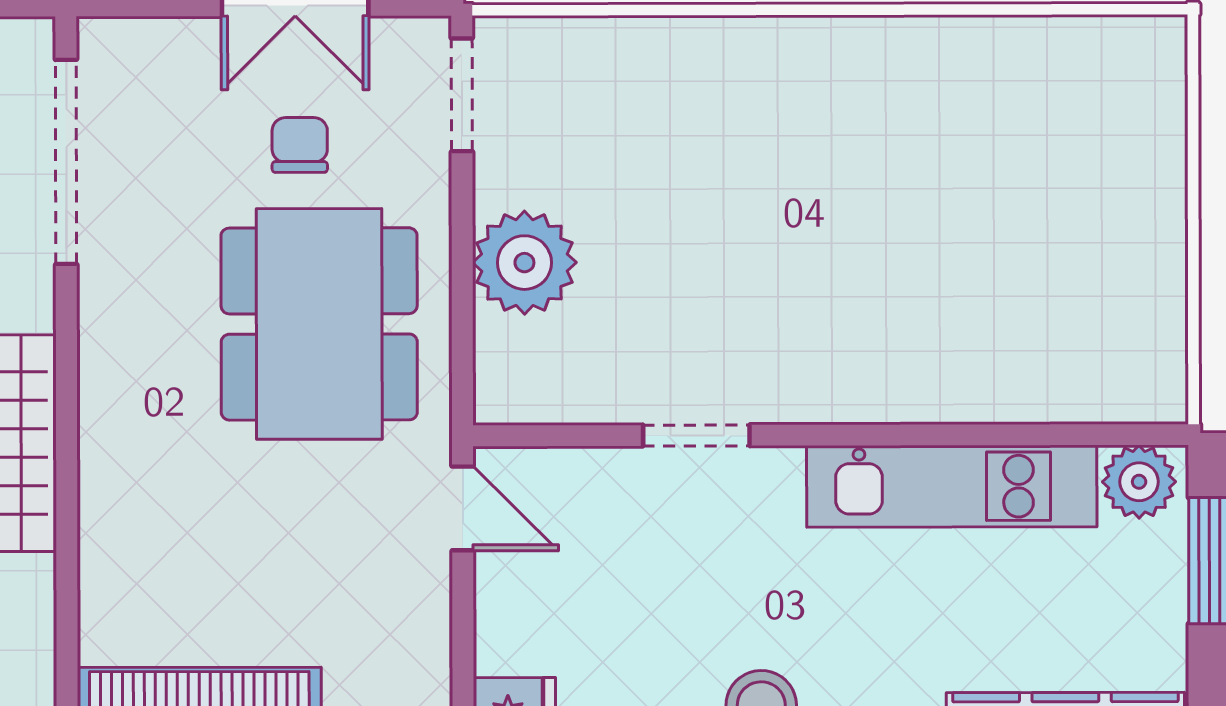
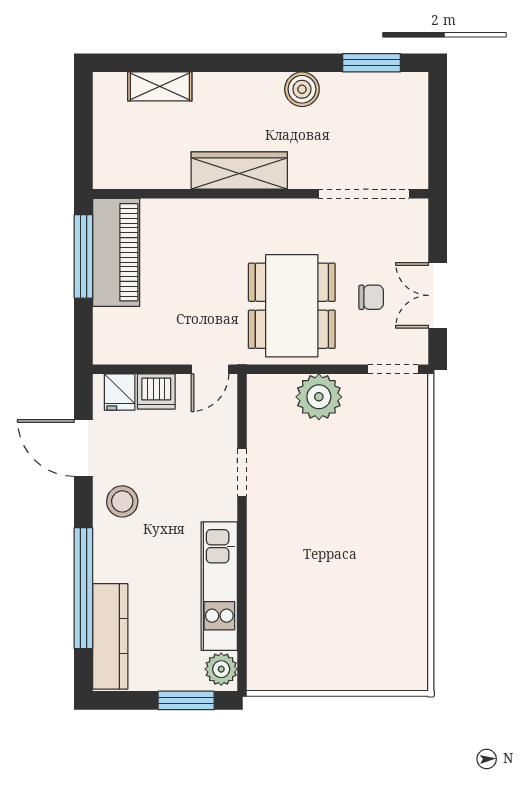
dining table: (319, 324) -> (292, 306), turned 90
dishwasher: (513, 629) -> (156, 391), added

